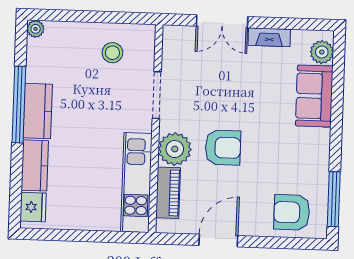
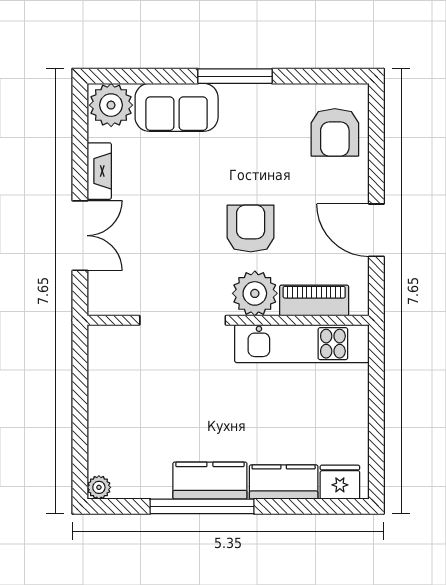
plant: (322, 52) -> (111, 105), width x1.36, depth x1.36
stool: (112, 53) -> (128, 382), removed
doorway: (157, 95) -> (183, 320), width x1.36
window: (334, 199) -> (235, 76), moved

